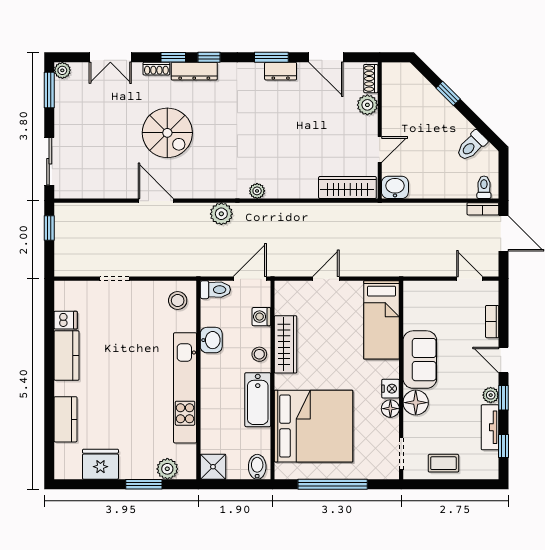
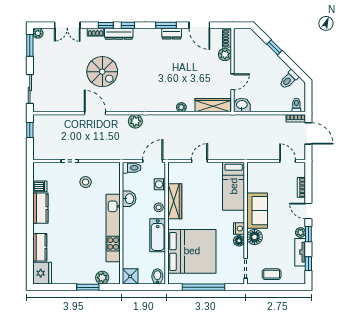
plant: (257, 191) -> (181, 107), moved
stool: (178, 301) -> (86, 182), moved
fridge: (100, 464) -> (42, 273), moved, turned 90

